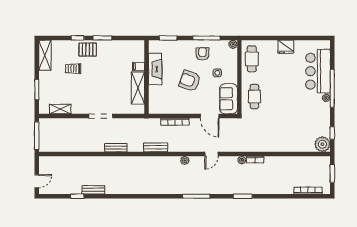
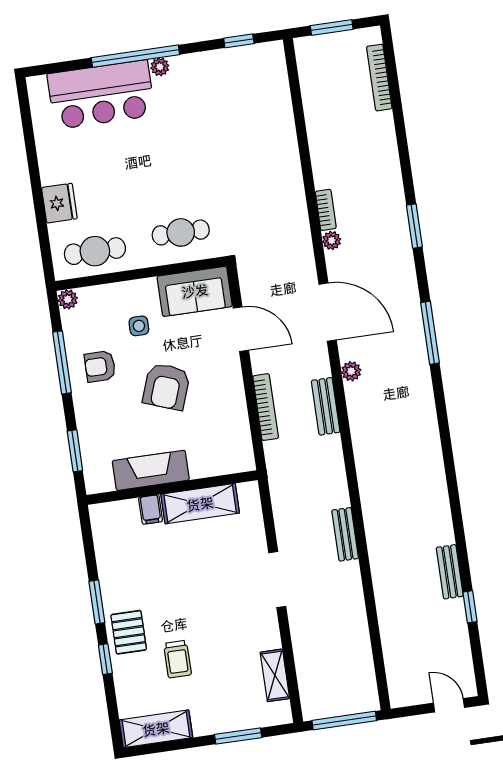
fridge: (286, 47) -> (59, 203), moved
door: (210, 116) -> (241, 329), hinge flipped
plant: (322, 144) -> (268, 60), removed
bench: (156, 147) -> (326, 406), moved
door: (211, 154) -> (328, 312), width x1.88

